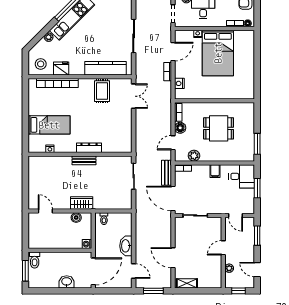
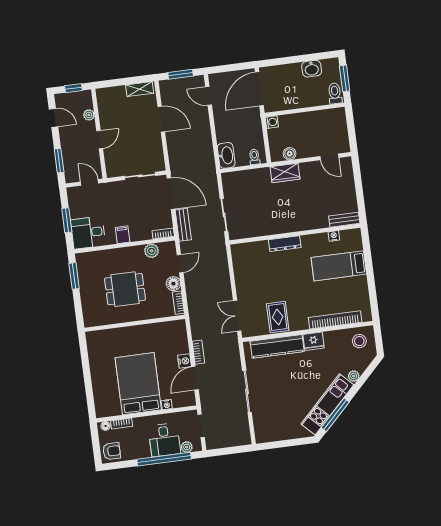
fridge: (61, 68) -> (314, 341), moved
nightstand: (179, 83) -> (184, 361), moved
bench: (84, 160) -> (344, 220), moved
washbasin: (126, 246) -> (226, 155), moved
washbasin: (67, 282) -> (312, 69), moved

